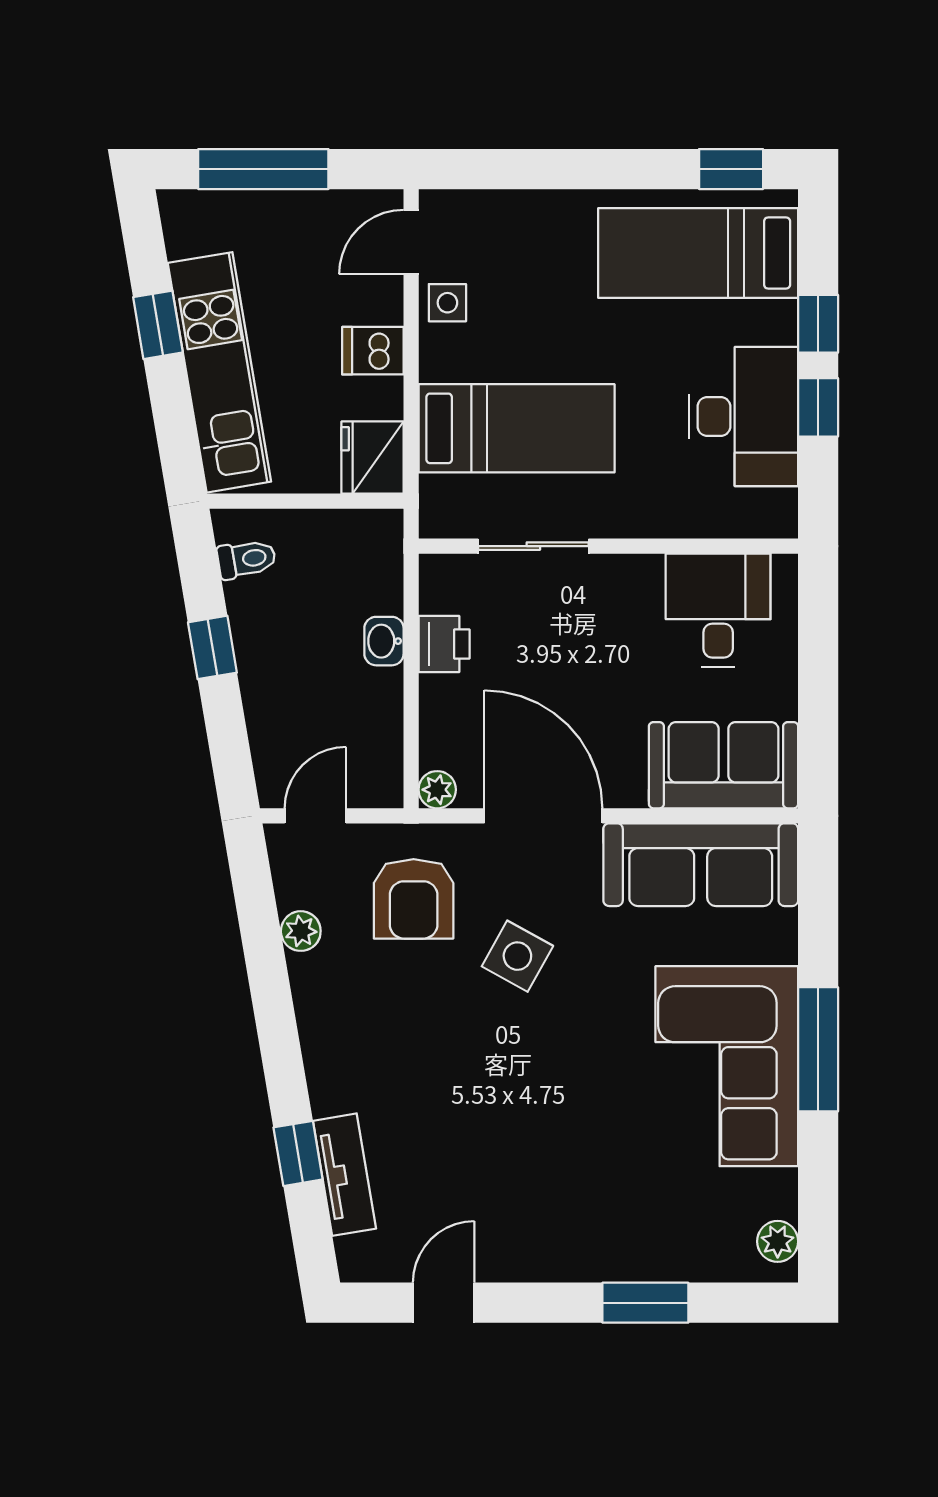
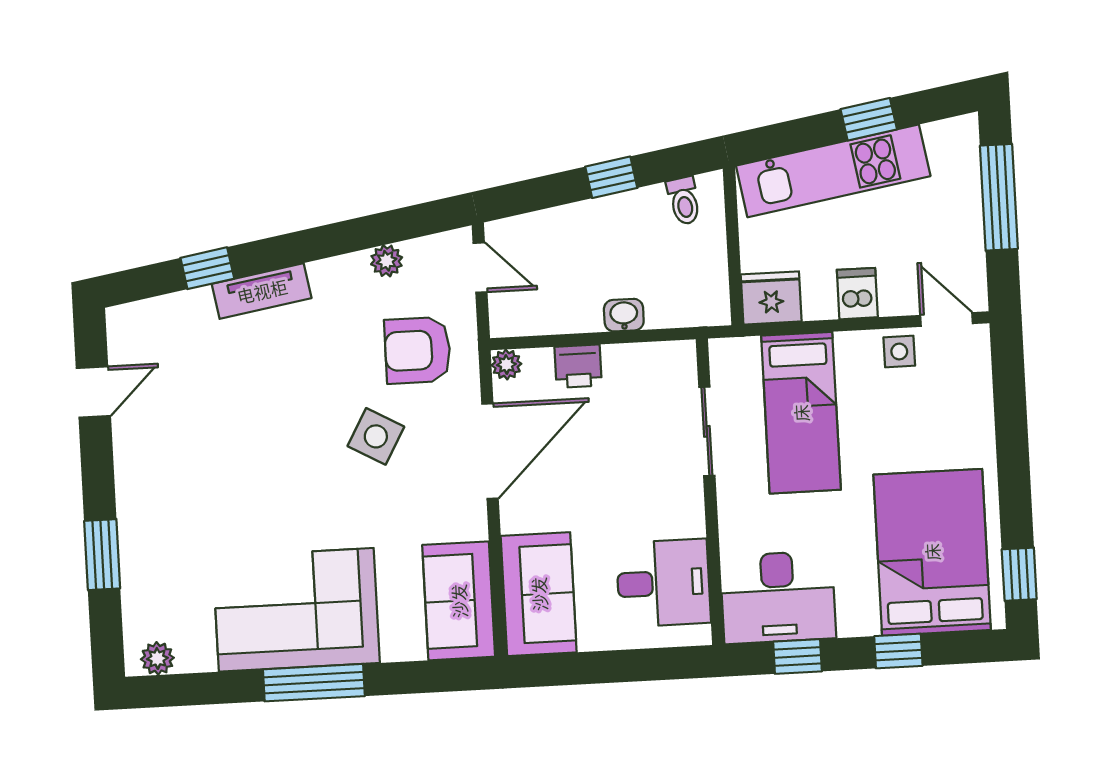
bed: (698, 253) -> (932, 552), width x1.50
window: (818, 407) -> (798, 656), moved
desk: (743, 416) -> (778, 597), moved
printer: (444, 644) -> (578, 366), moved
sofa: (701, 865) -> (459, 601), width x0.73
tv unit: (344, 1175) -> (262, 291), moved
door: (444, 1303) -> (93, 392), hinge flipped

